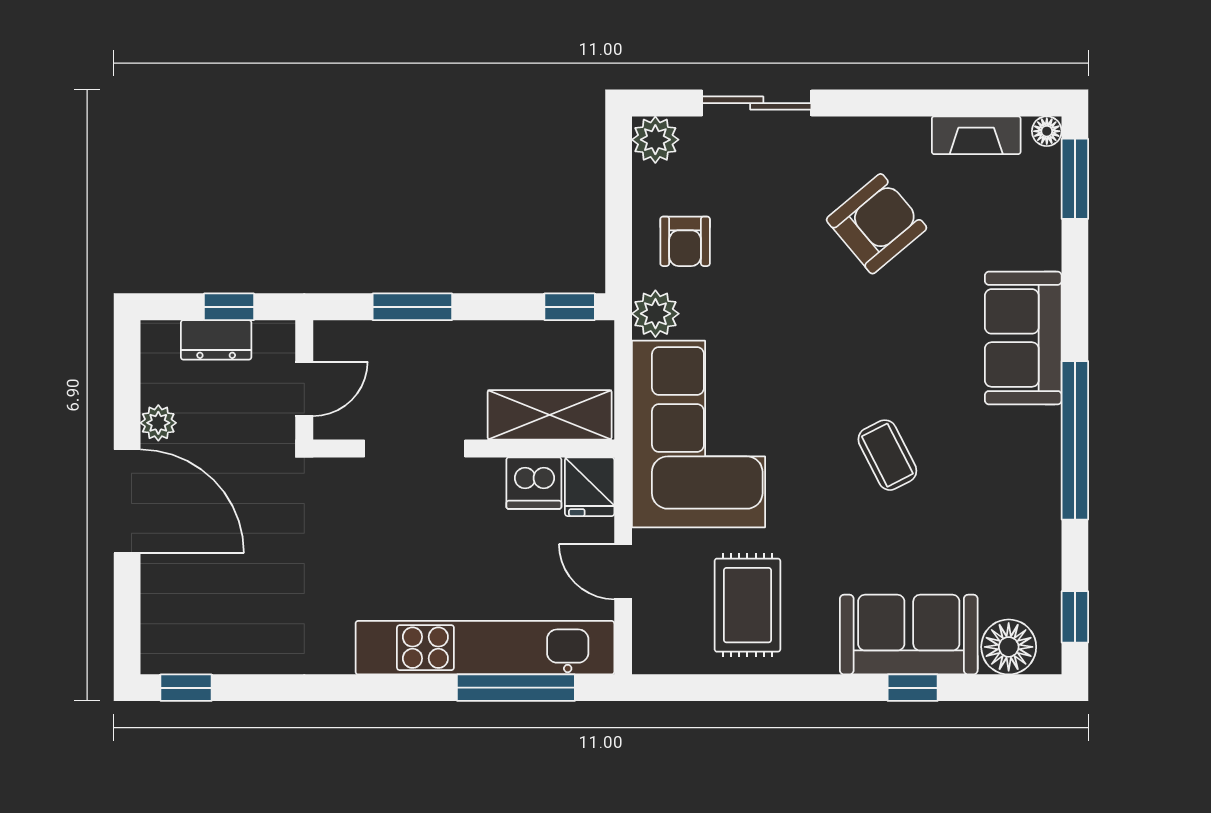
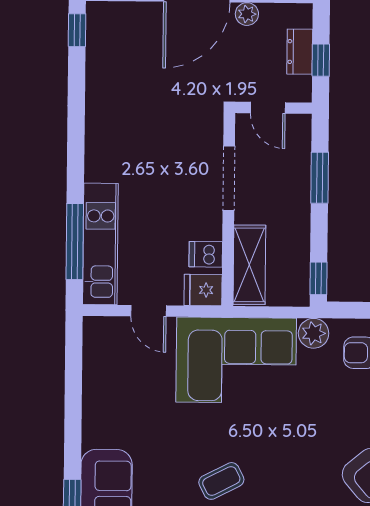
dishwasher: (534, 483) -> (206, 254), width x0.73
door: (623, 572) -> (148, 311), swing flipped
rug: (747, 605) -> (126, 390), removed
kitchen unit: (485, 648) -> (100, 244), width x0.73

